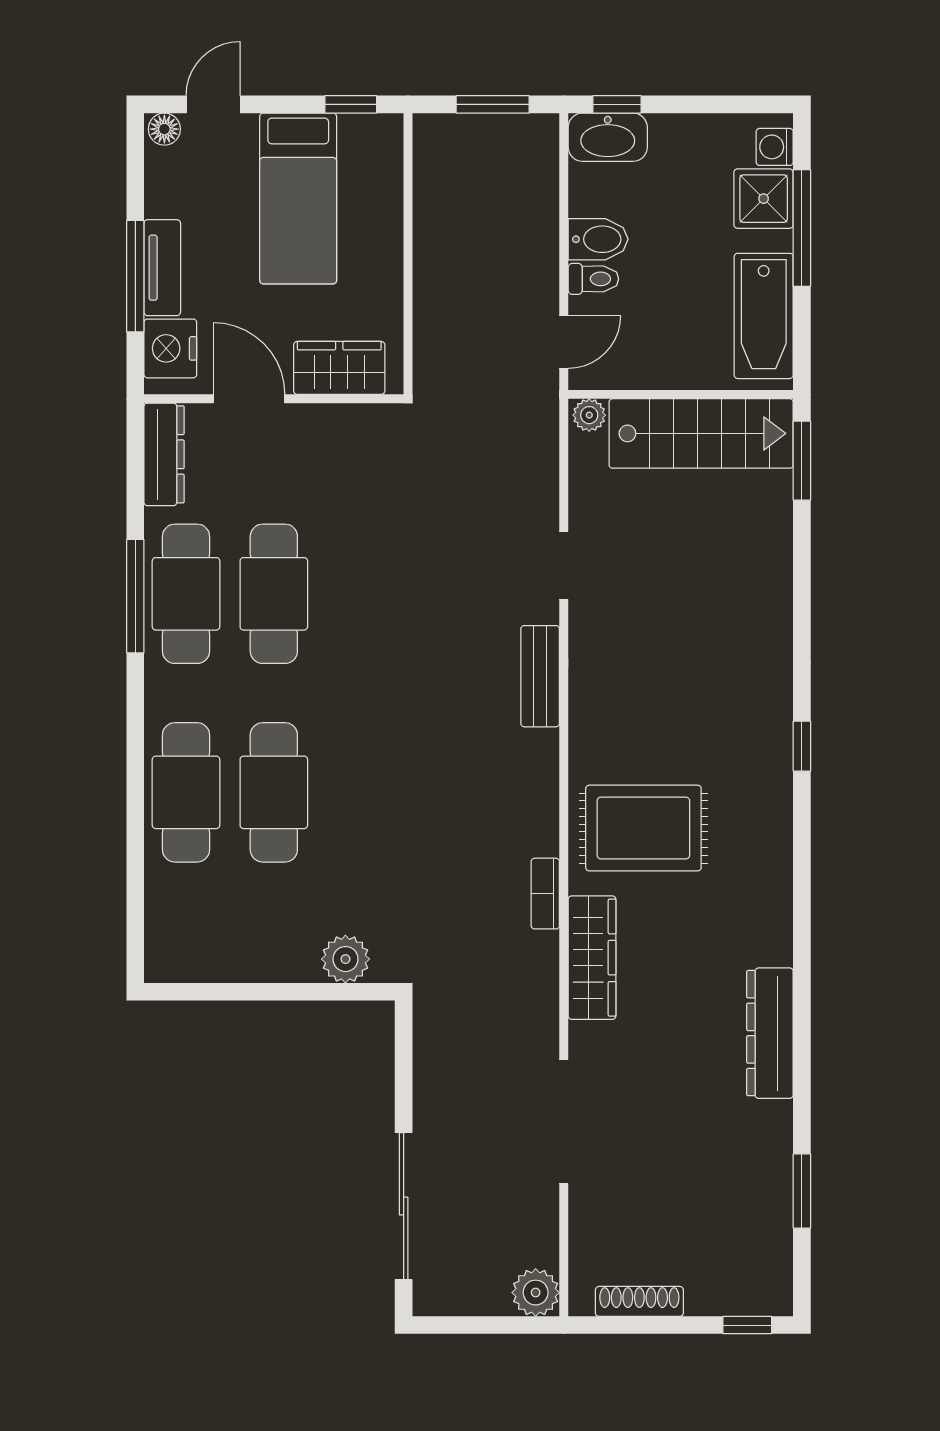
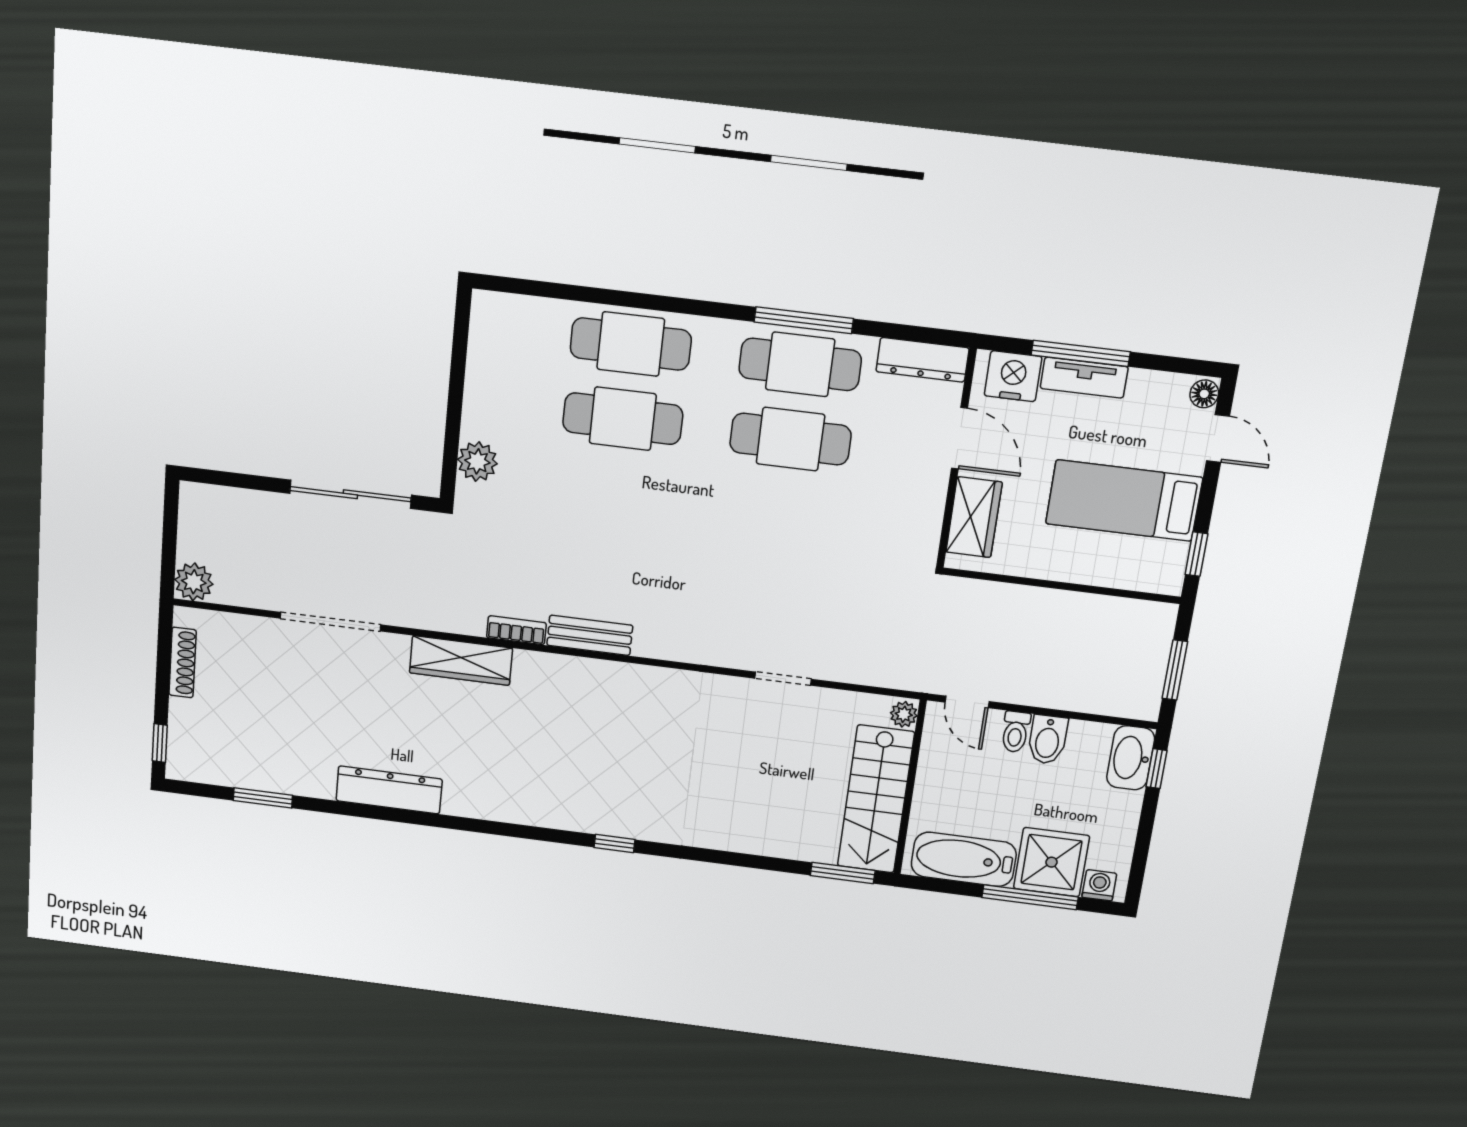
shower: (764, 199) -> (1052, 862), width x1.36, depth x1.36
door: (249, 399) -> (959, 438), hinge flipped
bench: (540, 676) -> (590, 635), moved
rug: (643, 828) -> (562, 714), removed
sliding door: (404, 1206) -> (350, 494), moved

